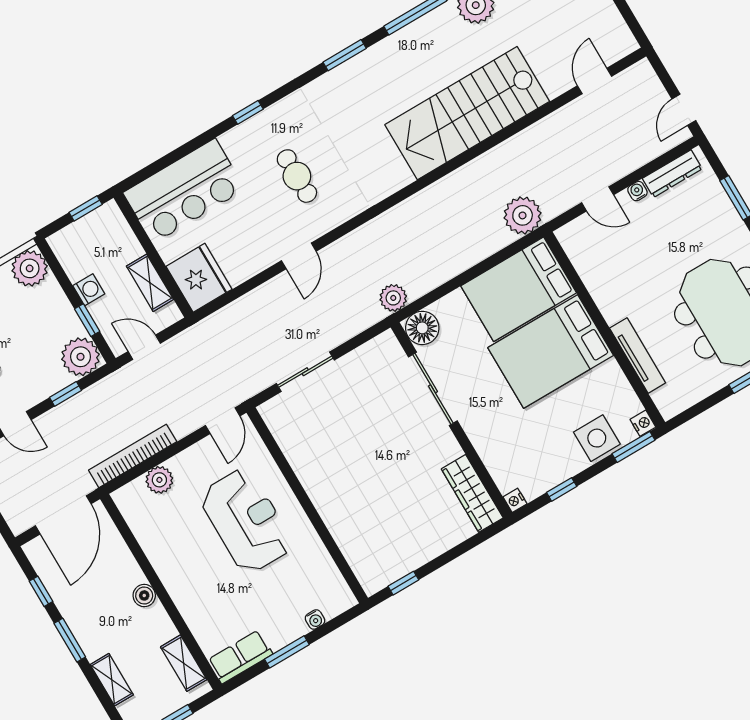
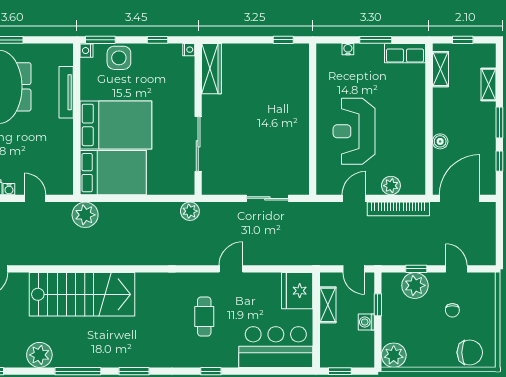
floor lamp: (422, 328) -> (183, 183), removed
plant: (81, 357) -> (415, 285), moved
door: (223, 421) -> (354, 198), moved
boiler: (144, 595) -> (440, 141), moved

